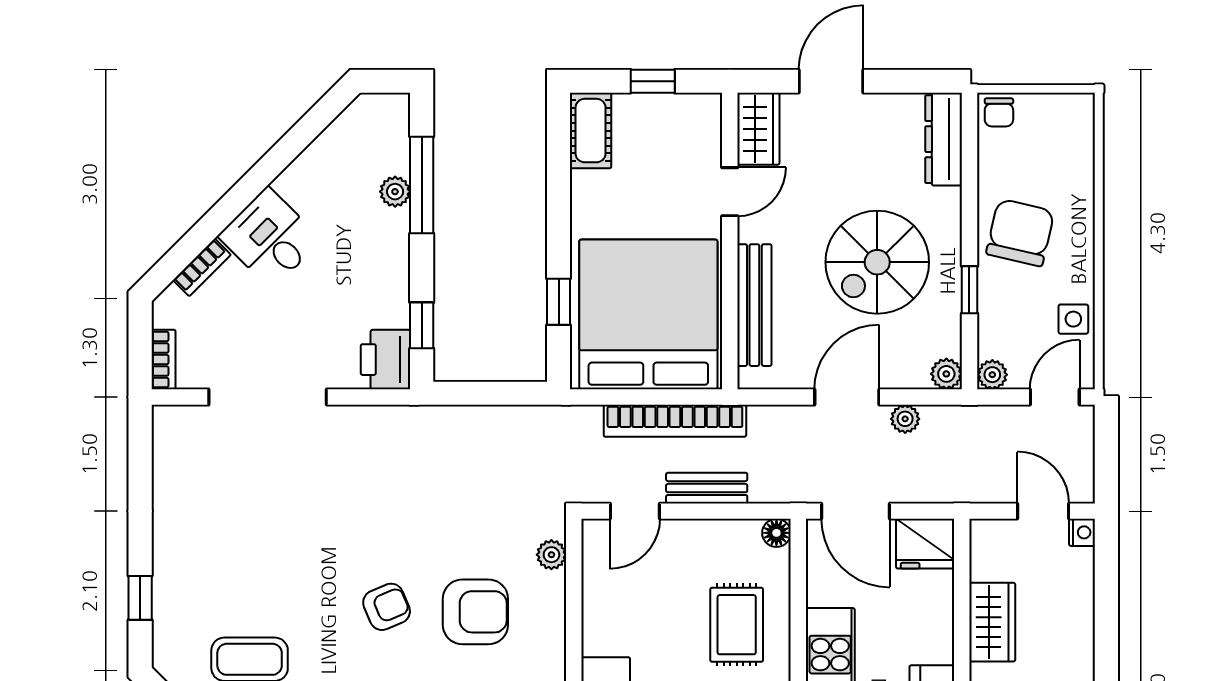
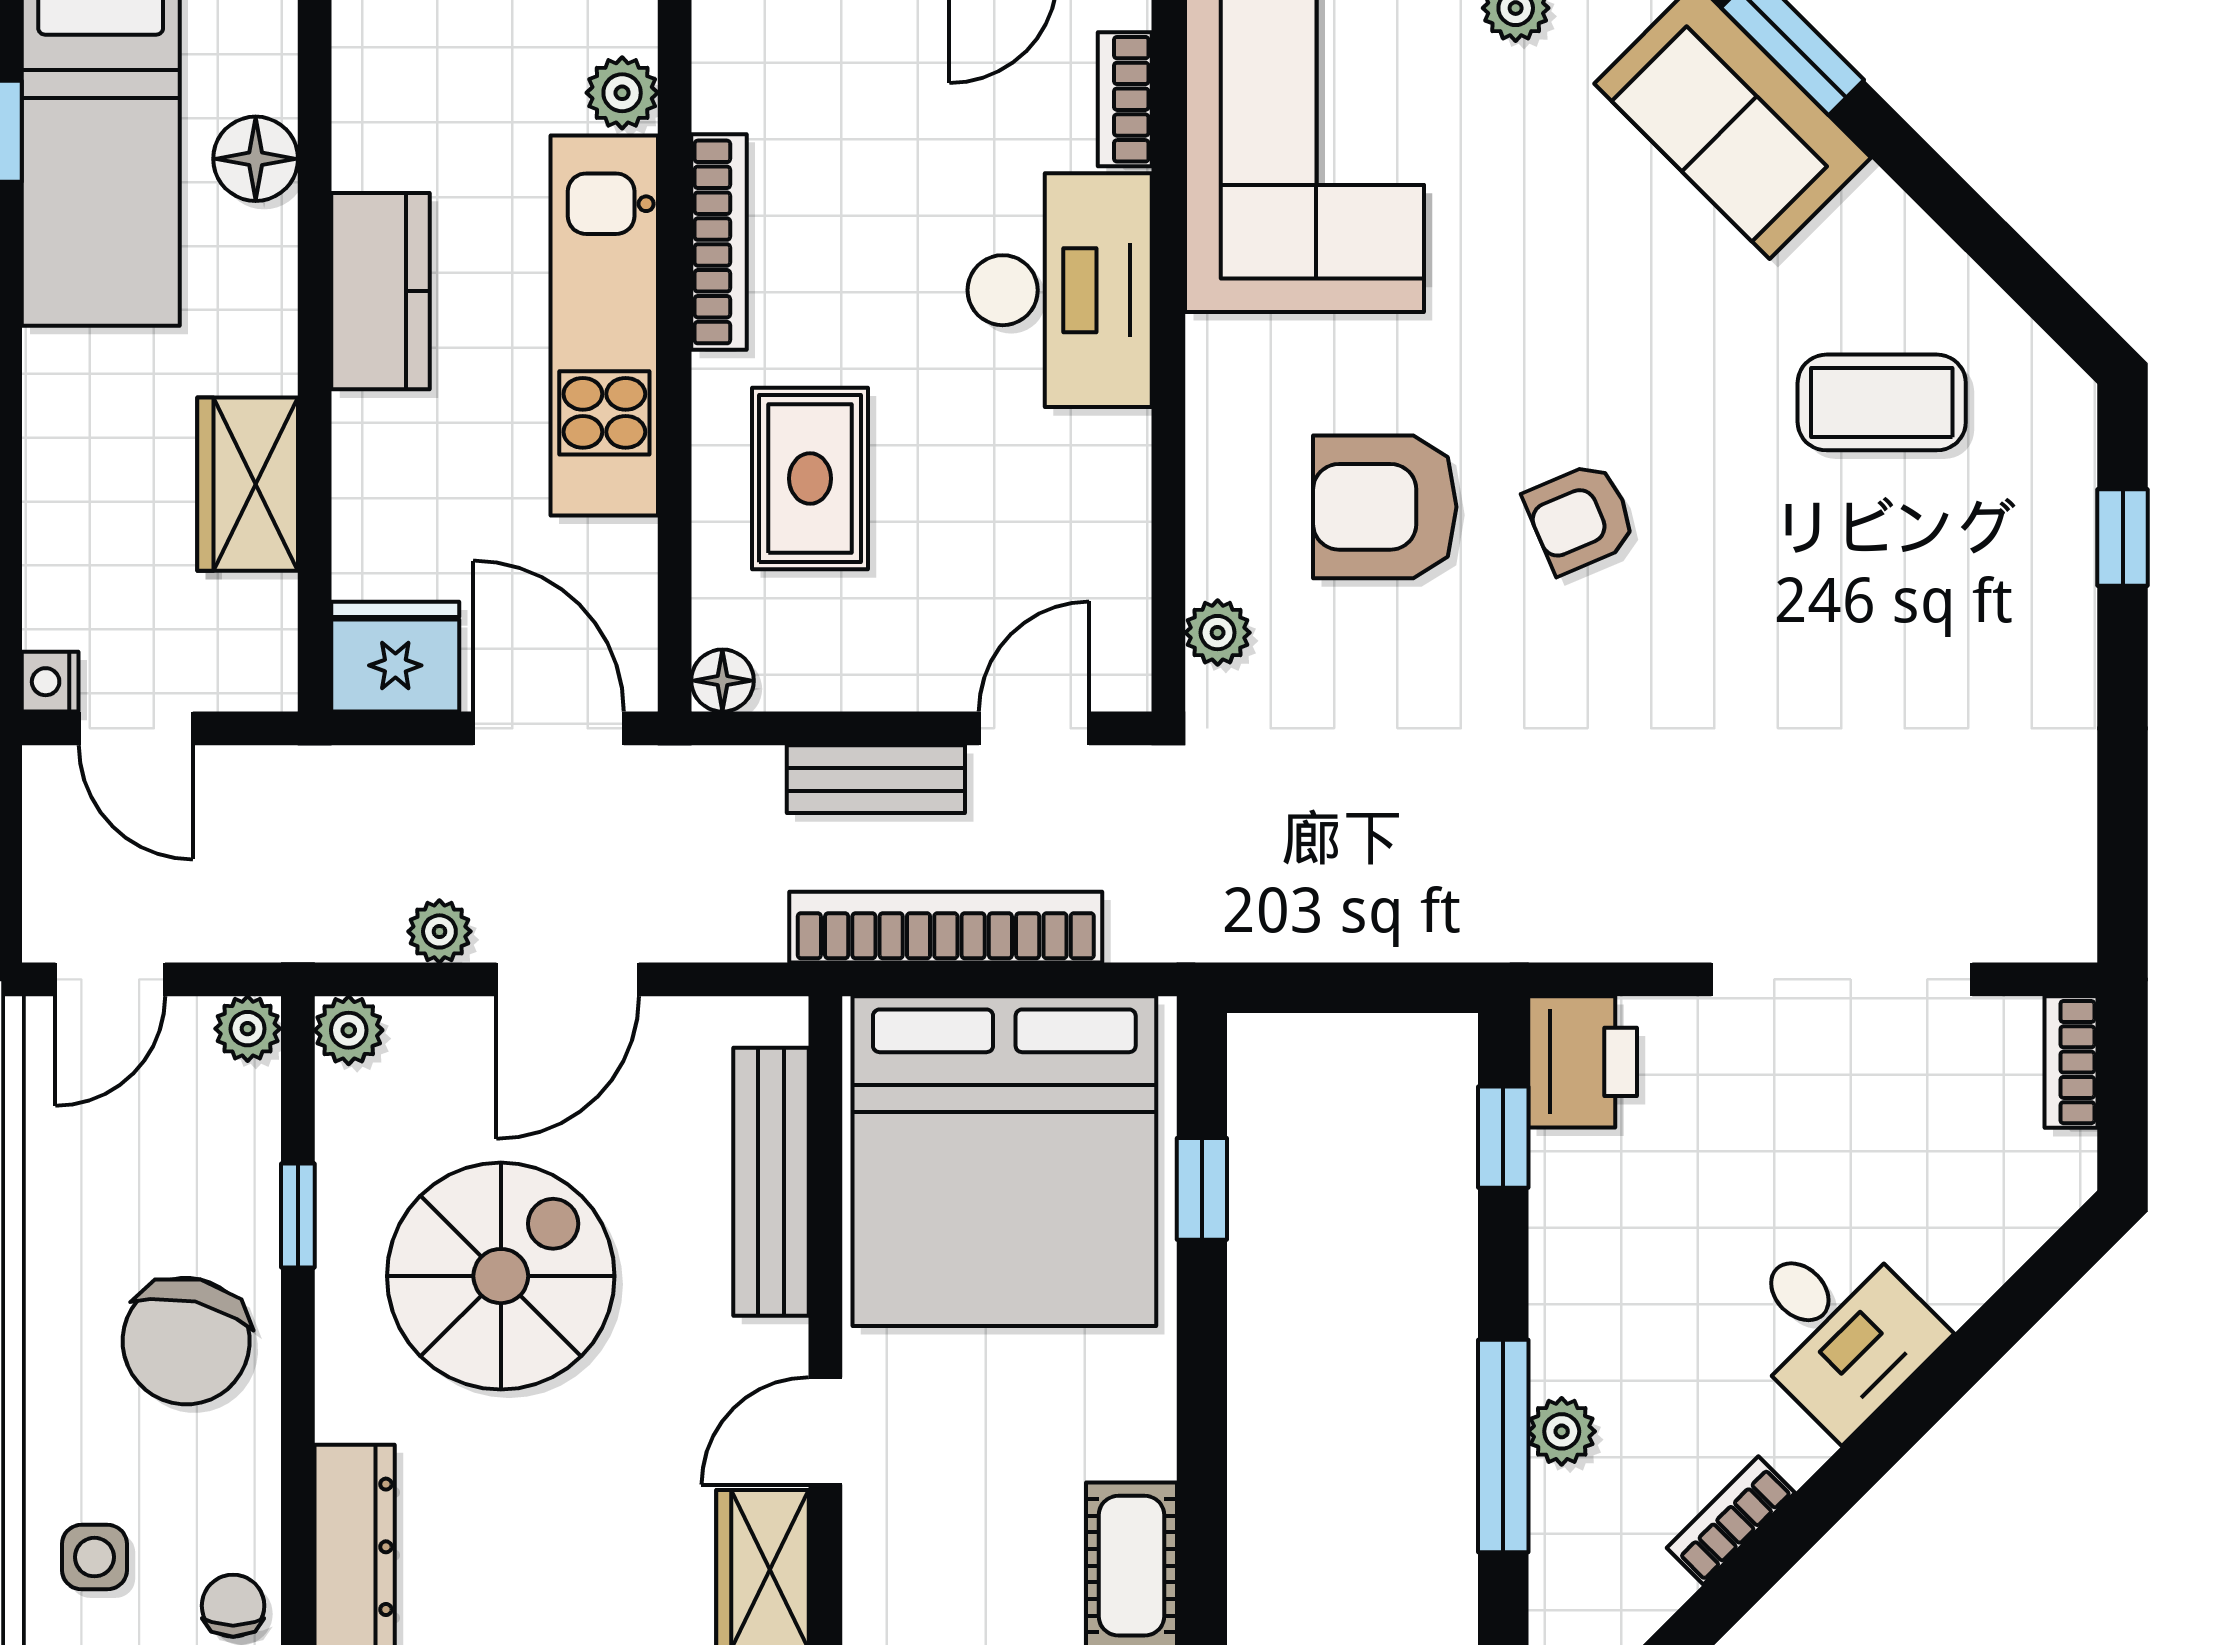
bookcase: (202, 267) -> (1731, 1520), moved
side table: (1073, 319) -> (94, 1557), moved

